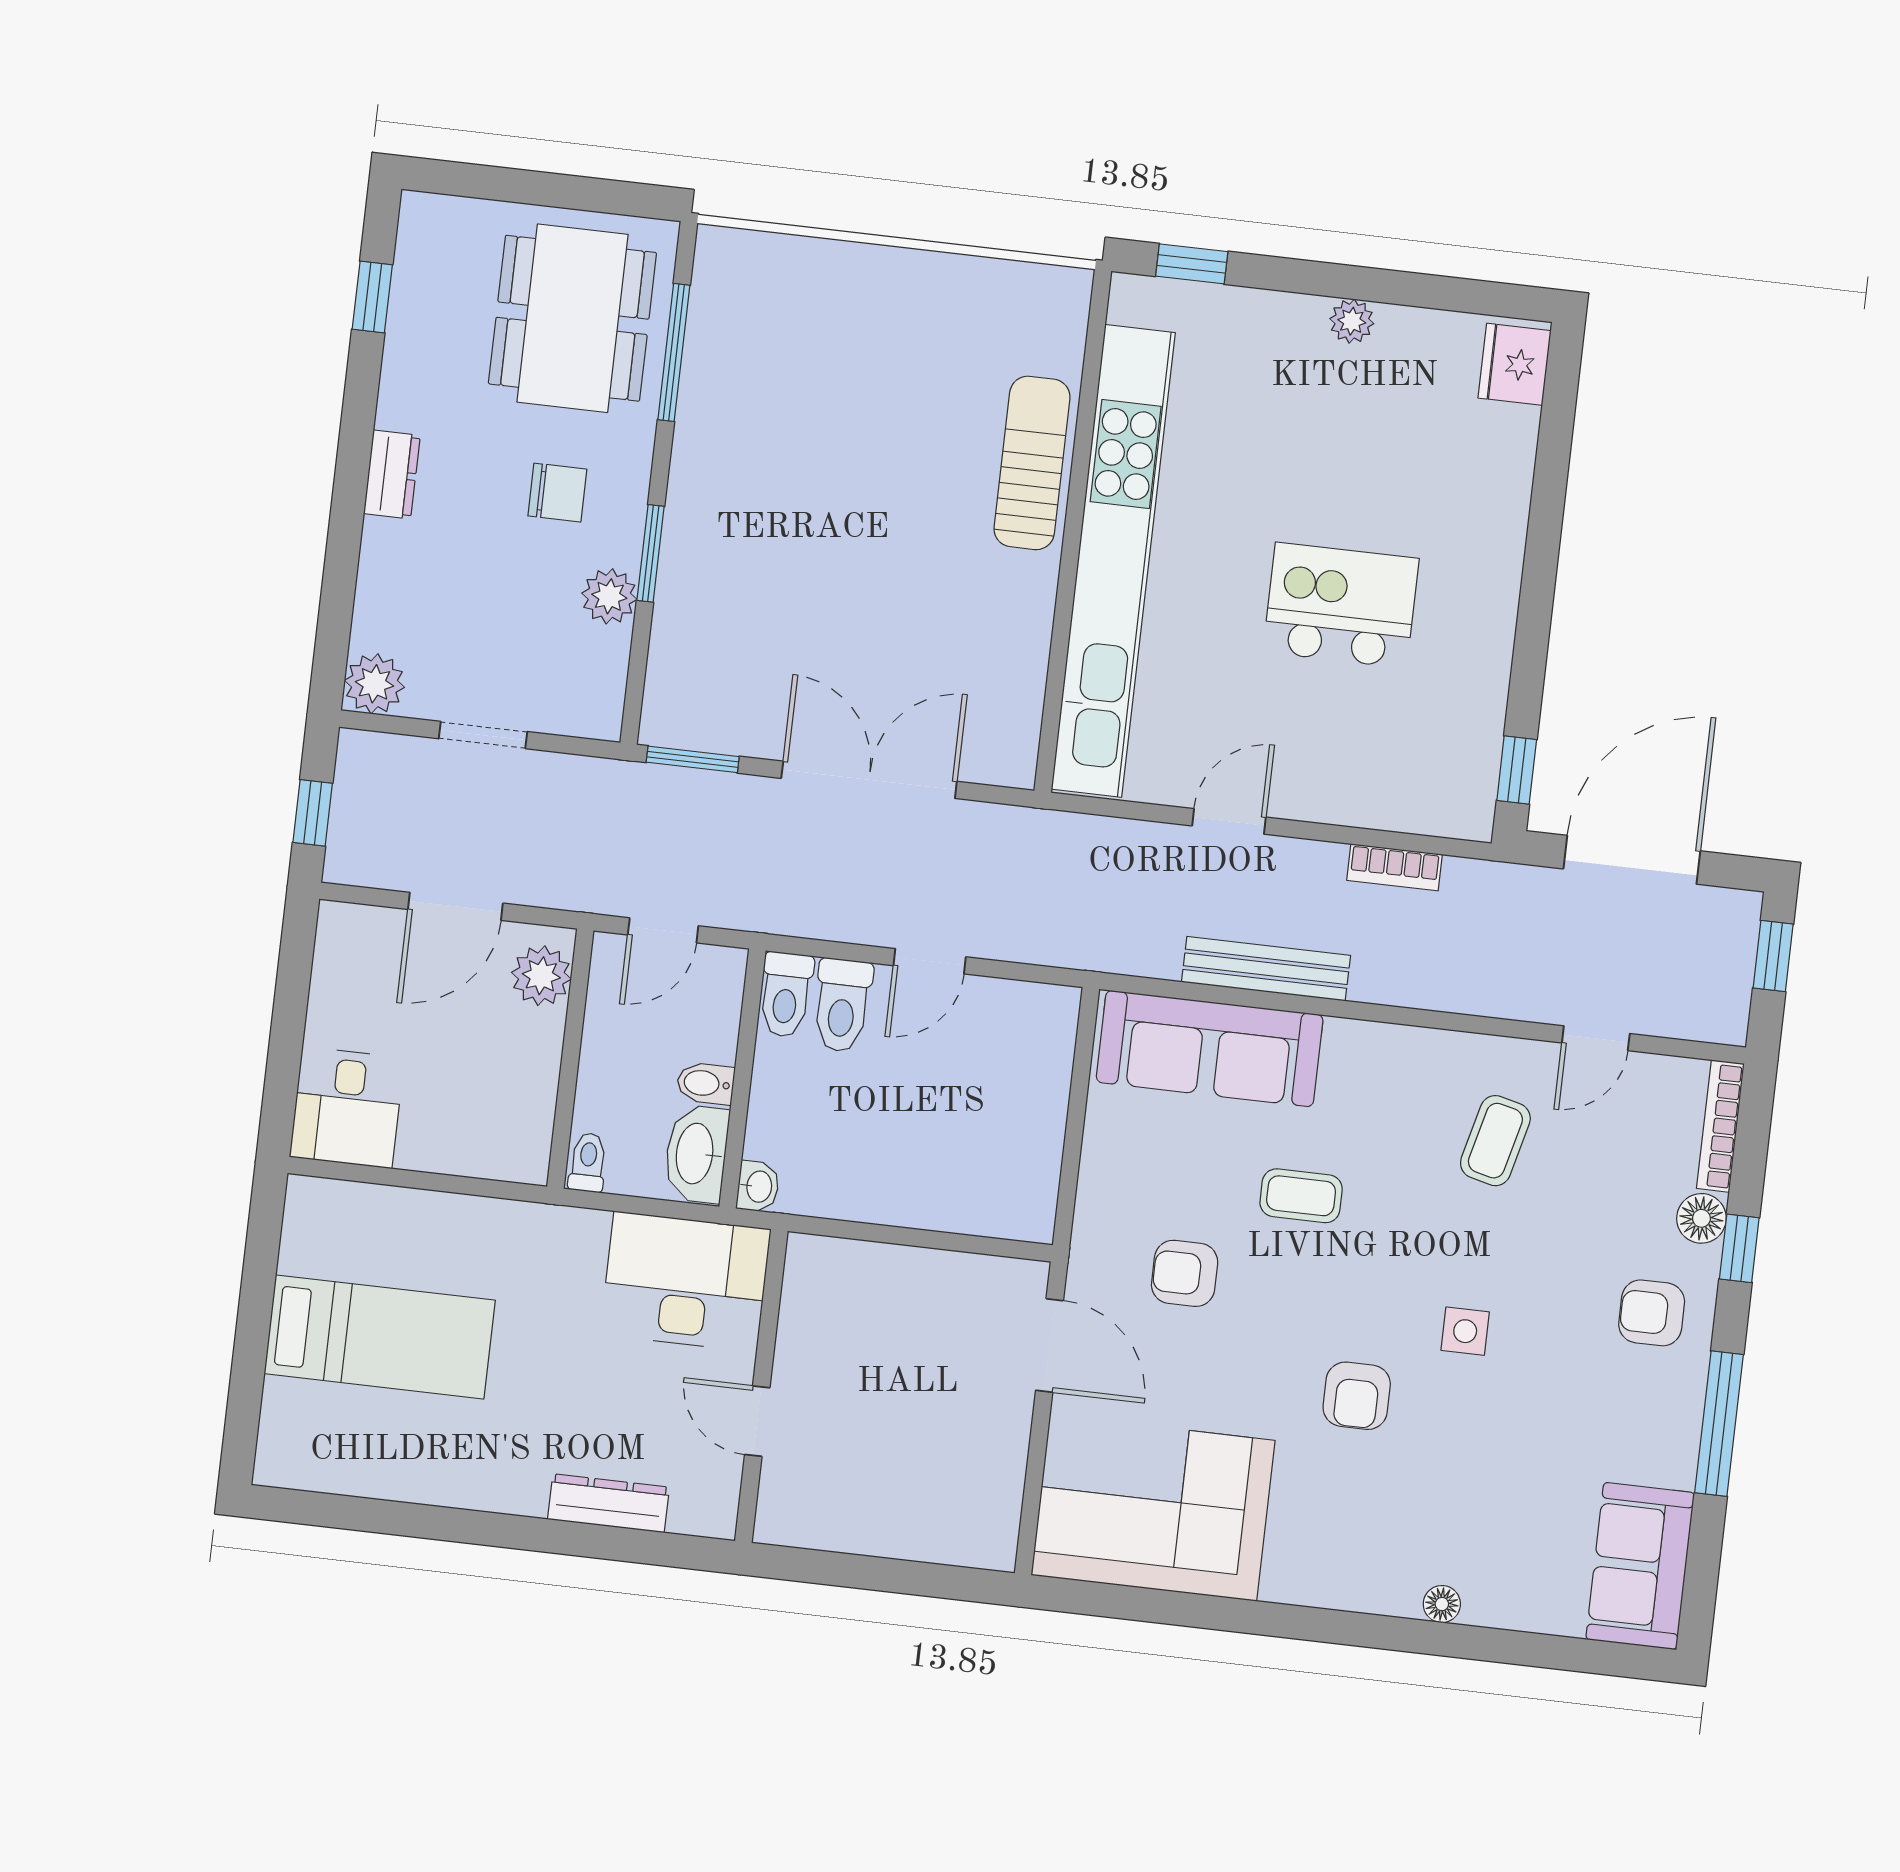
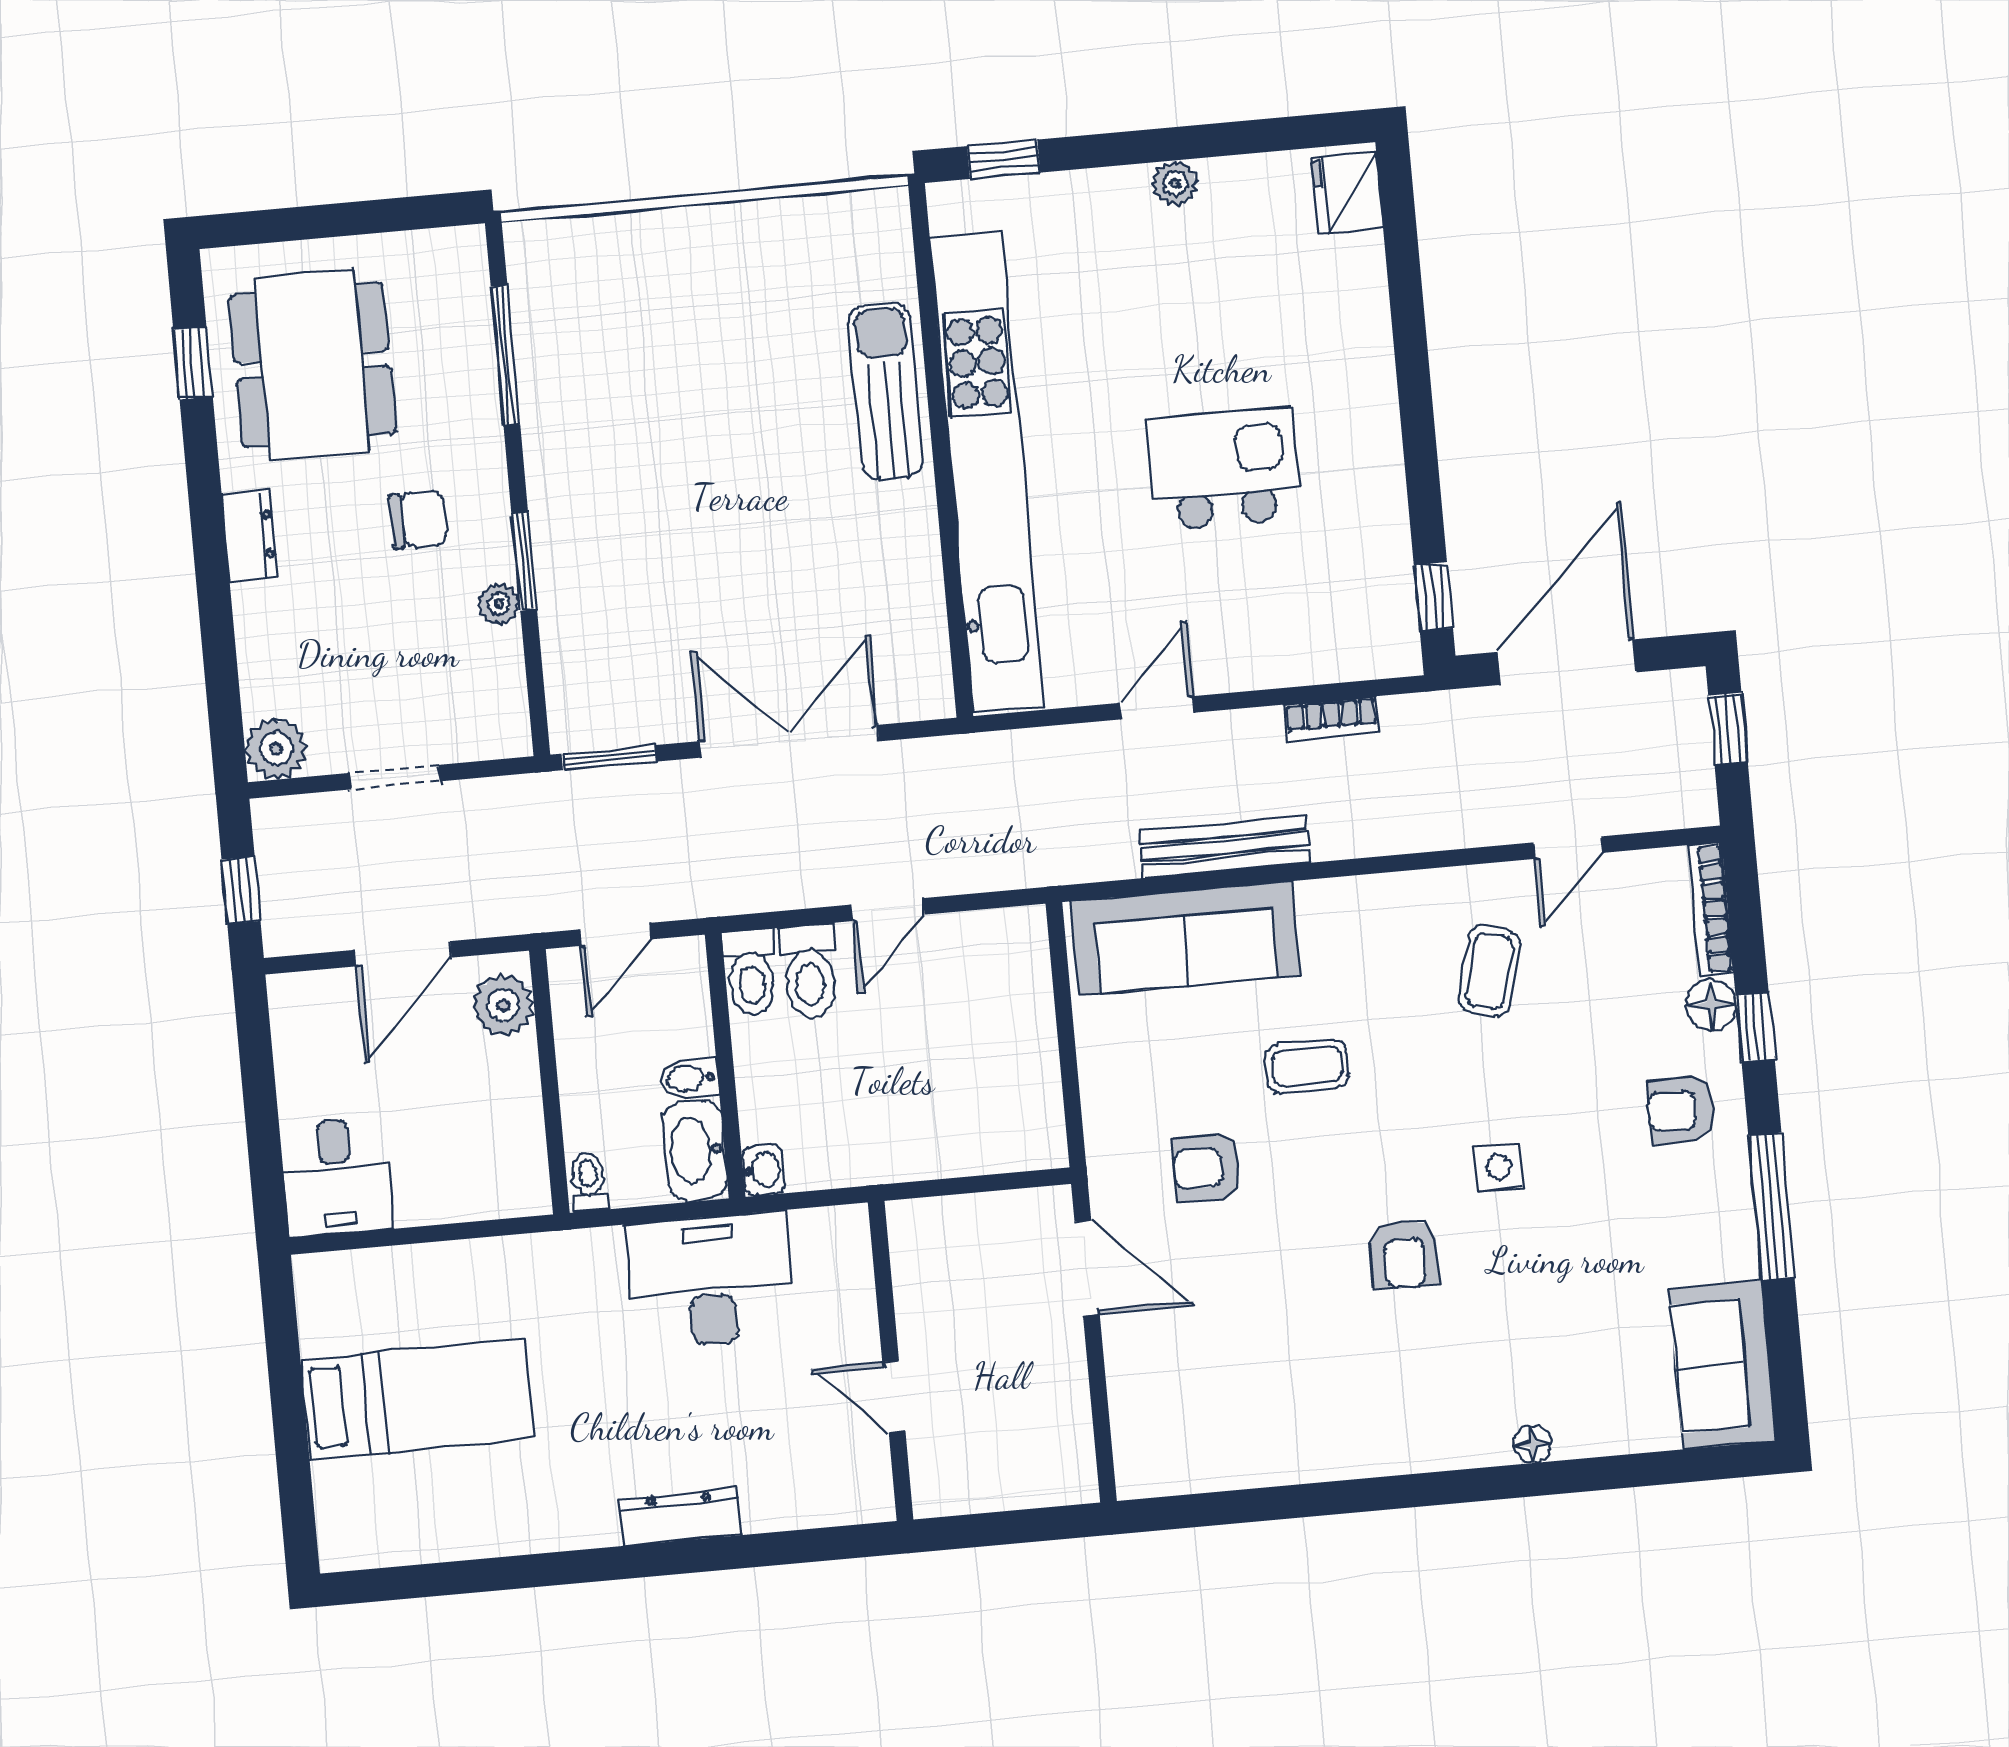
dining table: (572, 318) -> (312, 365), moved
plant: (609, 596) -> (499, 604), width x0.73, depth x0.73
wall: (761, 1386) -> (891, 1361), moved
door: (757, 1421) -> (894, 1397), moved
corner sofa: (1153, 1508) -> (1224, 1408), removed

